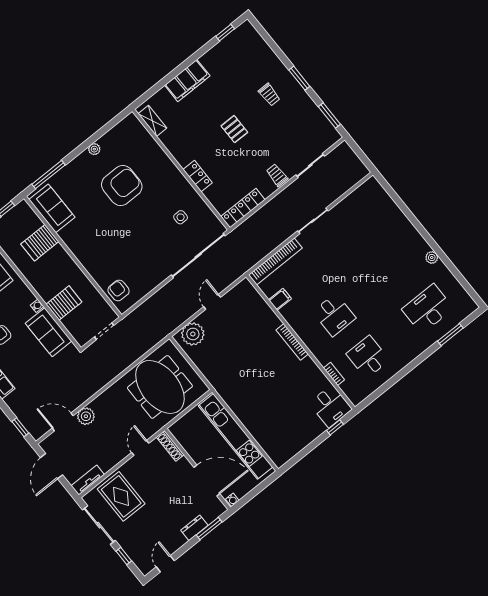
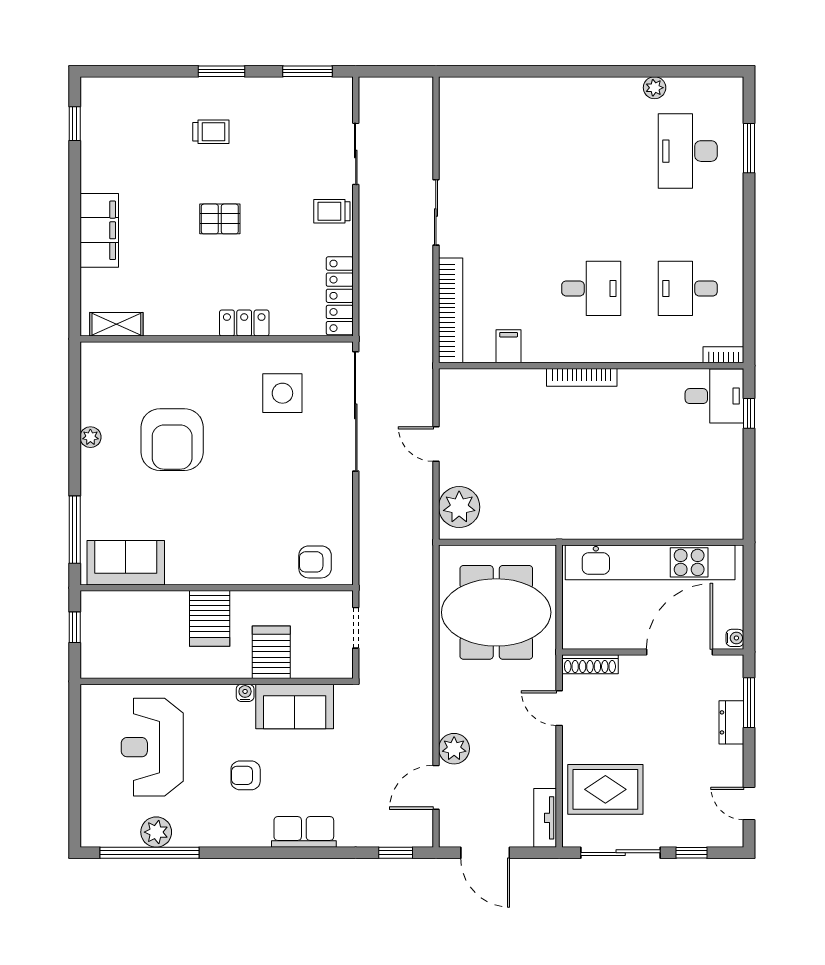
armchair: (122, 186) -> (172, 440), turned 180
side table: (181, 217) -> (282, 393), width x1.87, depth x1.87
server rack: (40, 243) -> (210, 618), moved
plant: (432, 258) -> (655, 88), moved
bookcase: (334, 374) -> (723, 355), moved

